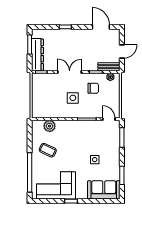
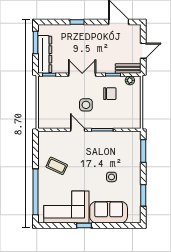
door: (109, 119) -> (78, 130), moved
plant: (50, 126) -> (59, 138), removed
sofa: (104, 190) -> (109, 212), moved

